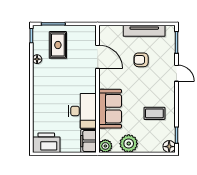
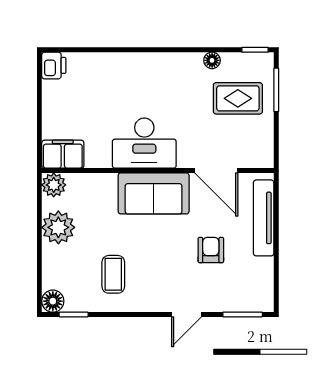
tv unit: (144, 31) -> (264, 218), moved
door: (98, 57) -> (216, 171), hinge flipped
sofa: (110, 109) -> (154, 193), moved
desk: (82, 111) -> (144, 143), moved
printer: (46, 143) -> (54, 65), width x0.53, depth x0.68

